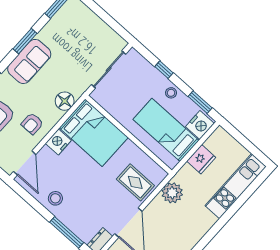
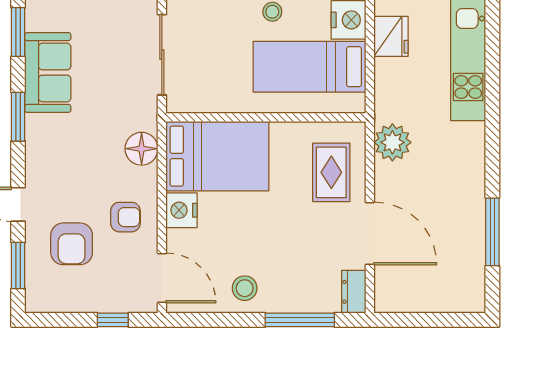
sofa: (29, 61) -> (48, 72), moved
armchair: (32, 124) -> (125, 217), turned -90
fridge: (201, 159) -> (391, 36), moved
rug: (135, 182) -> (331, 172), turned 90

